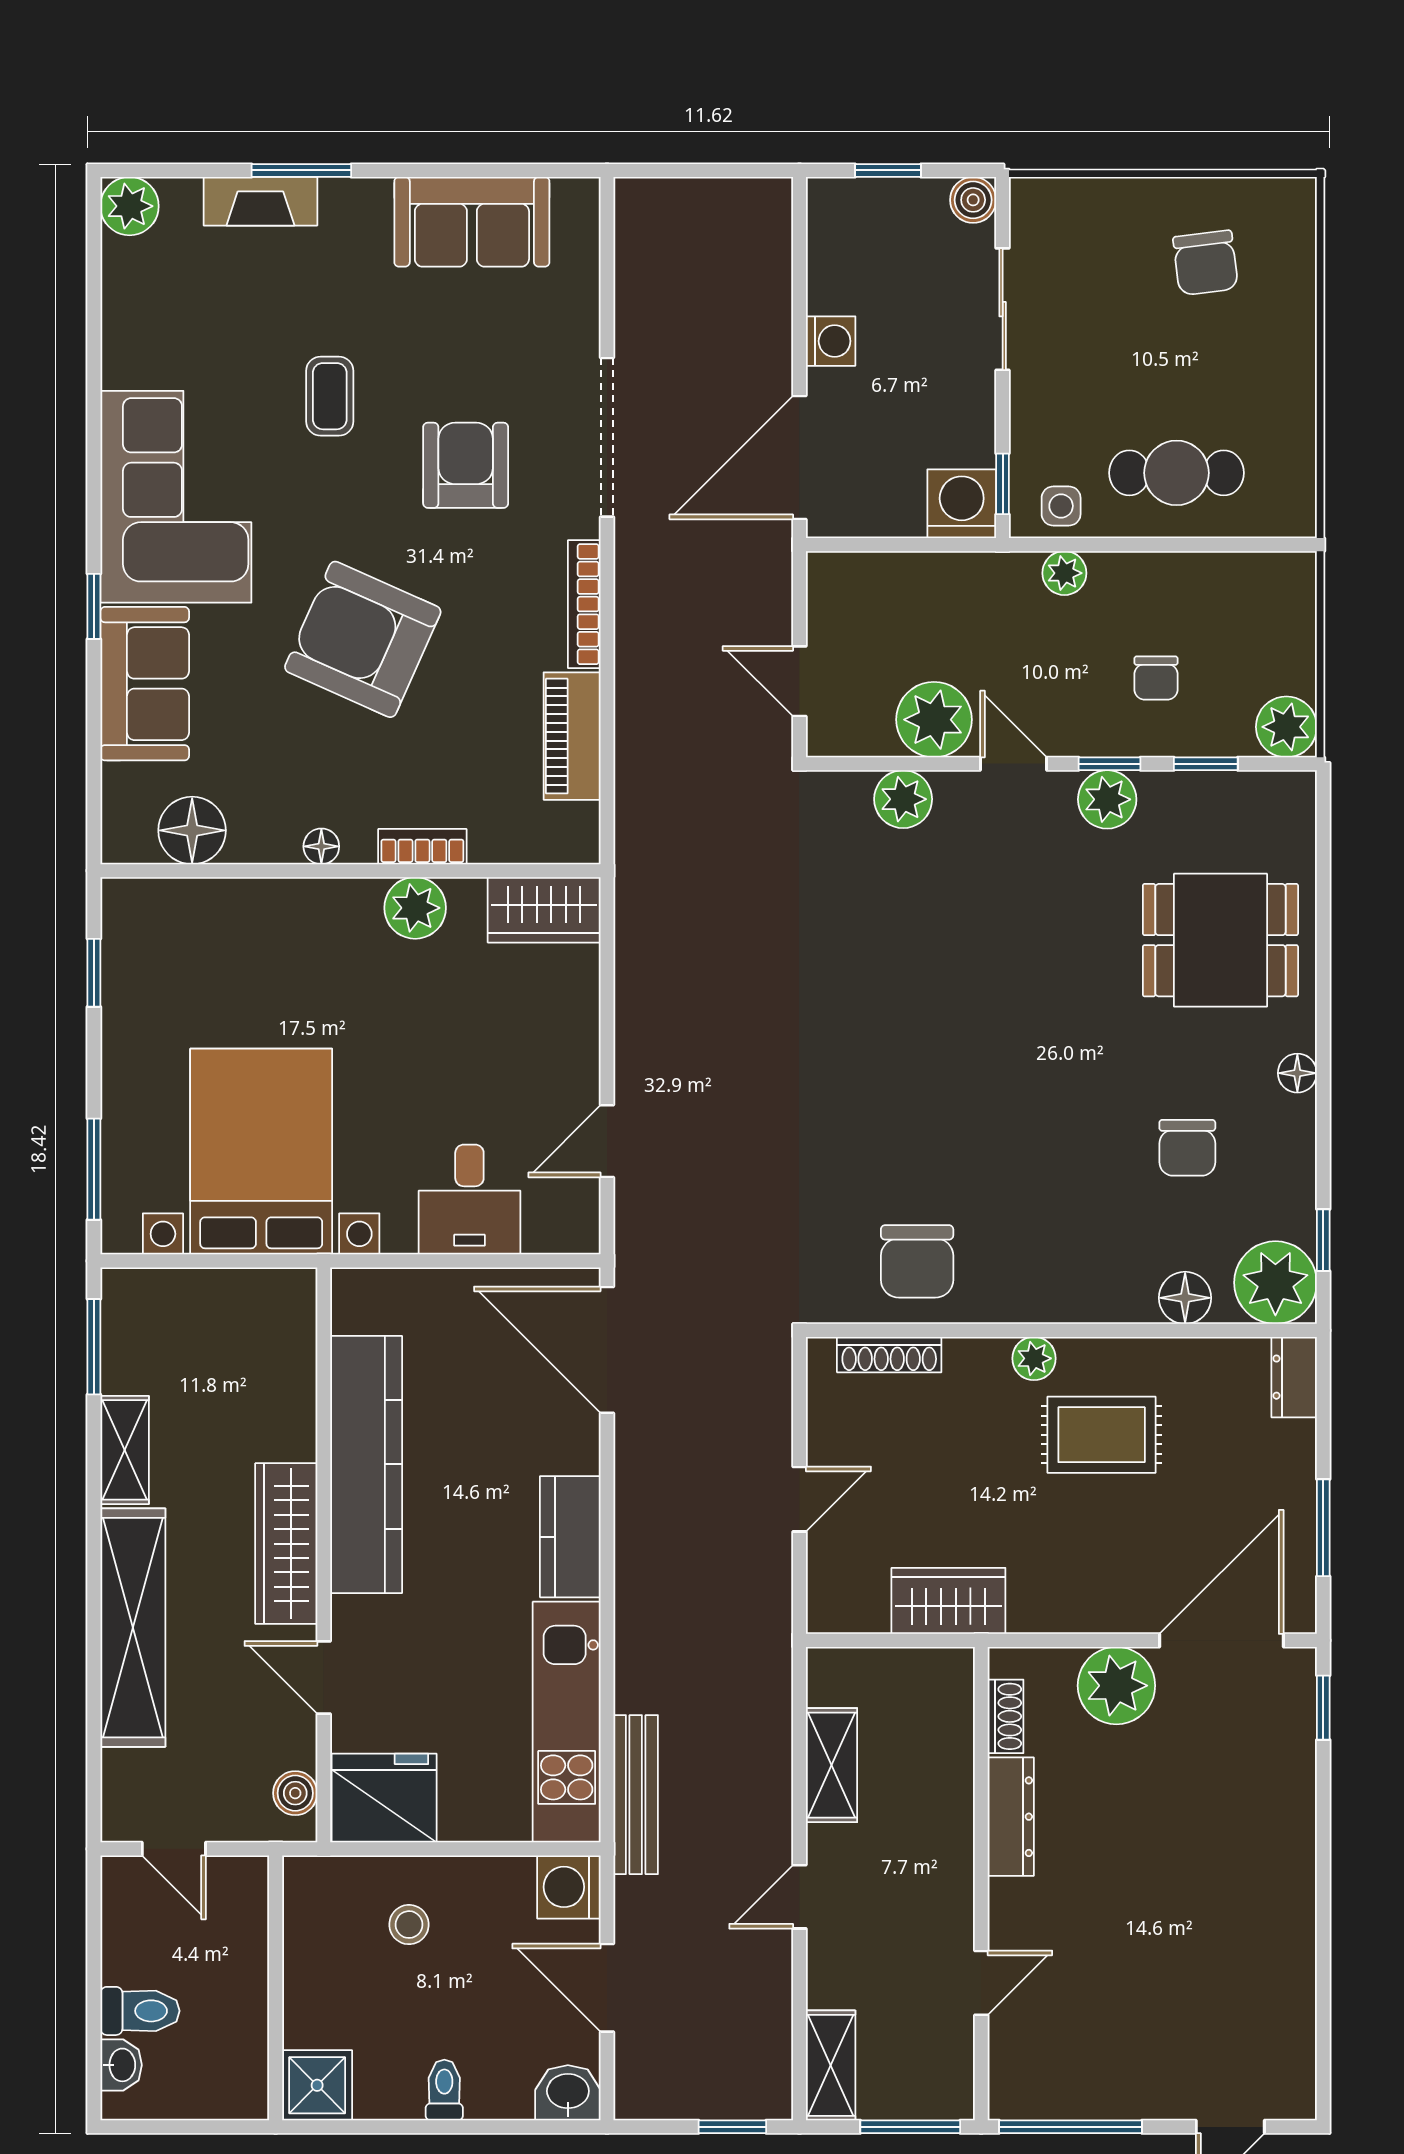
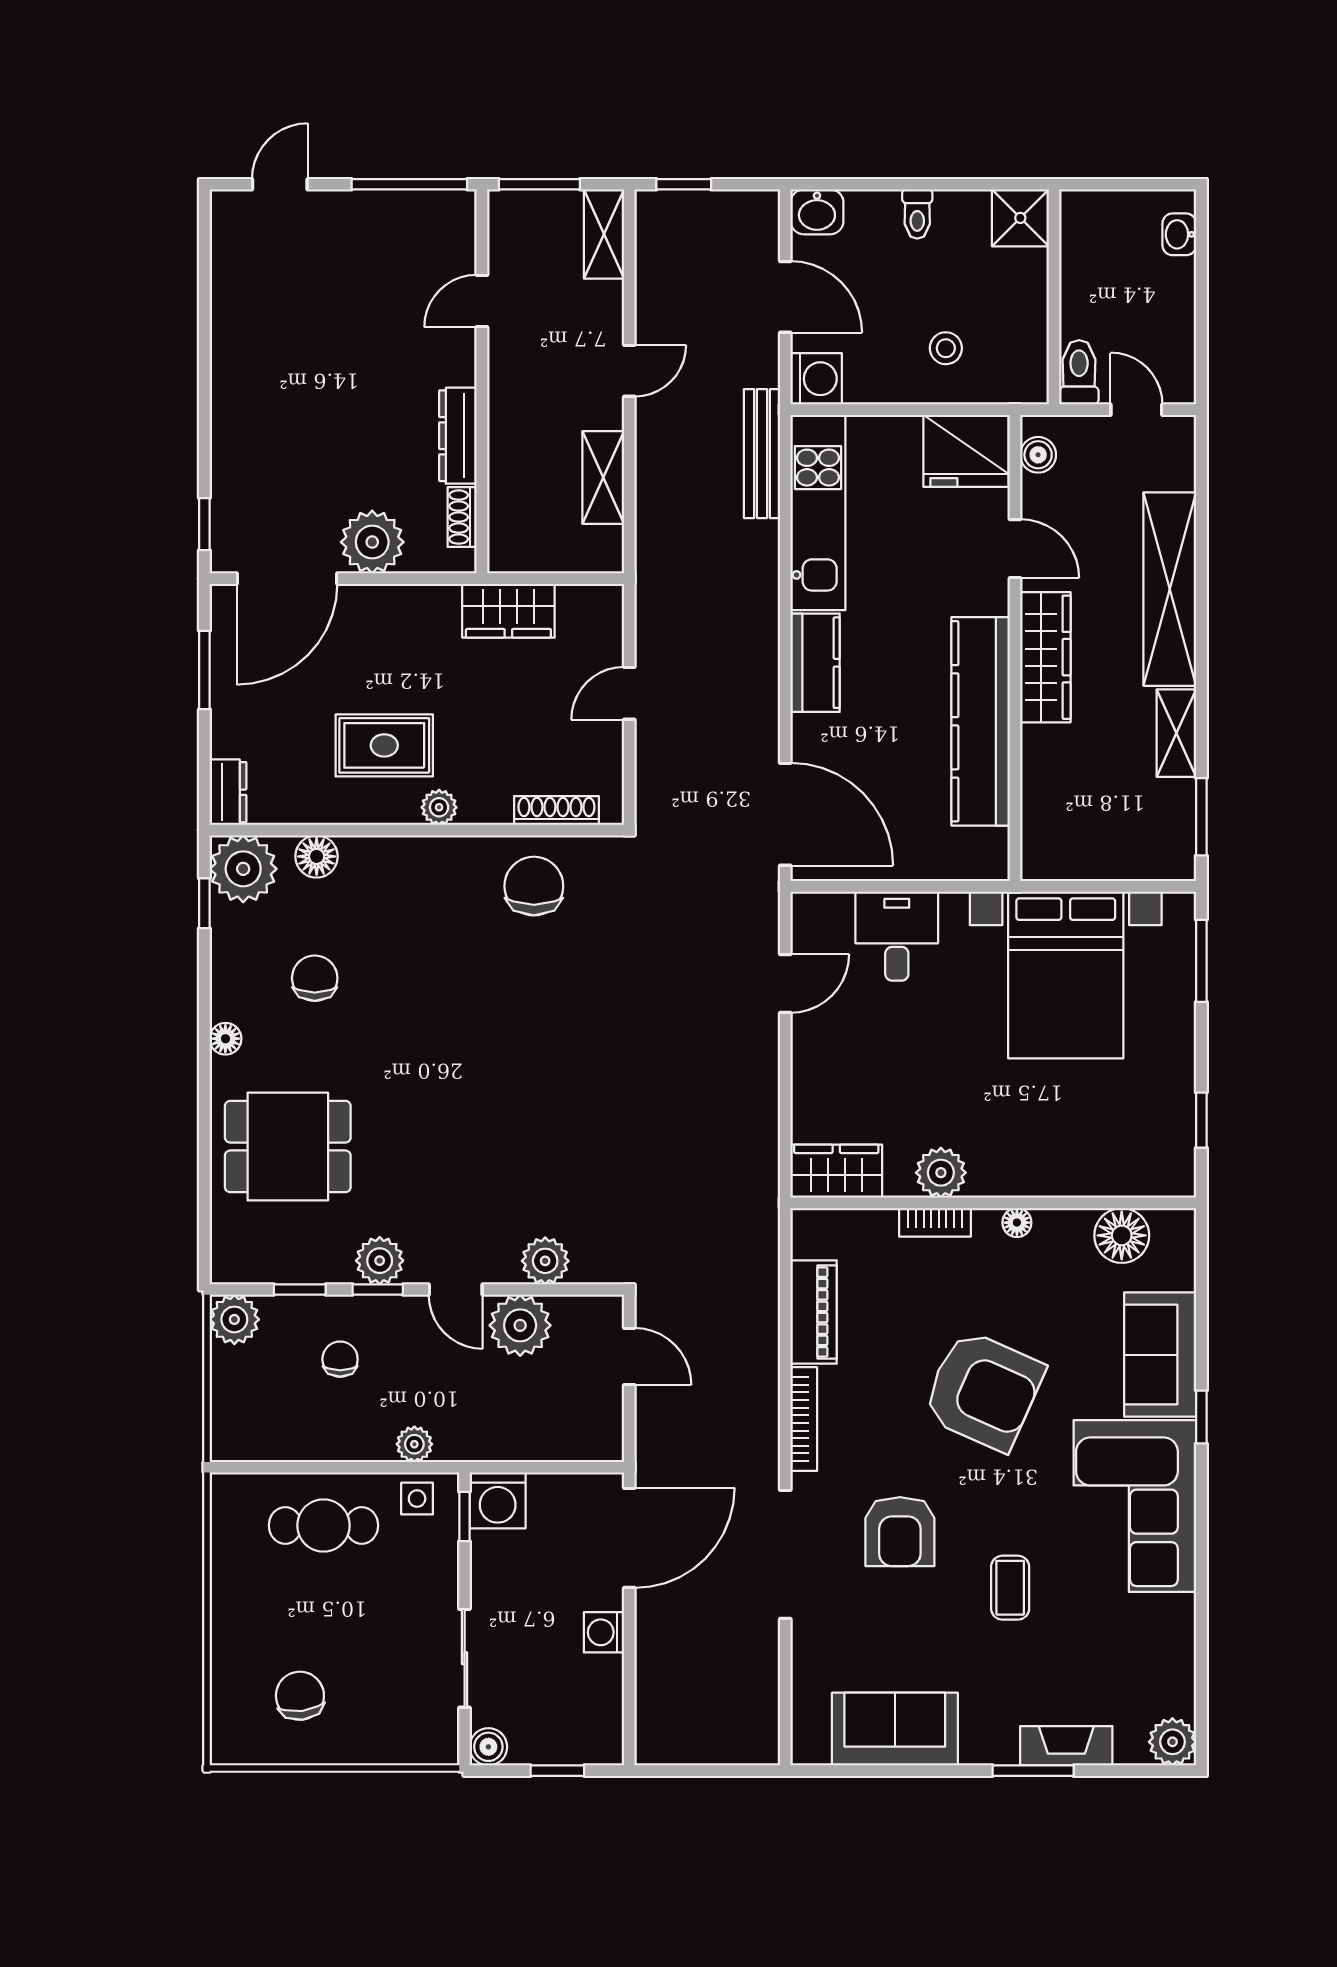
toilet: (140, 2011) -> (1079, 372), moved, turned 90

